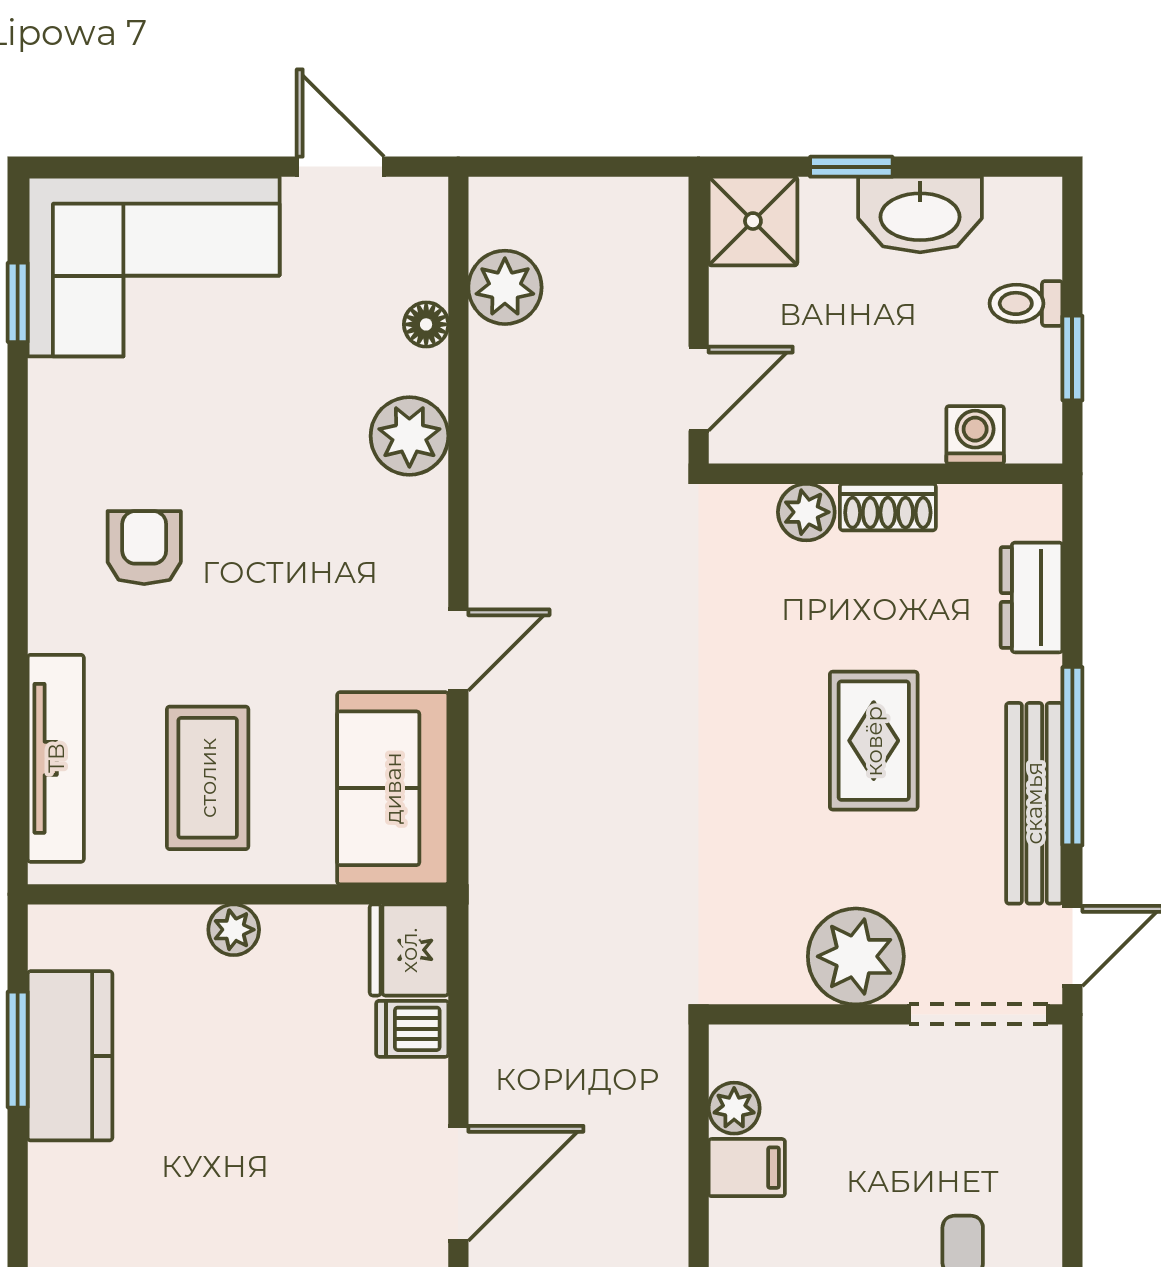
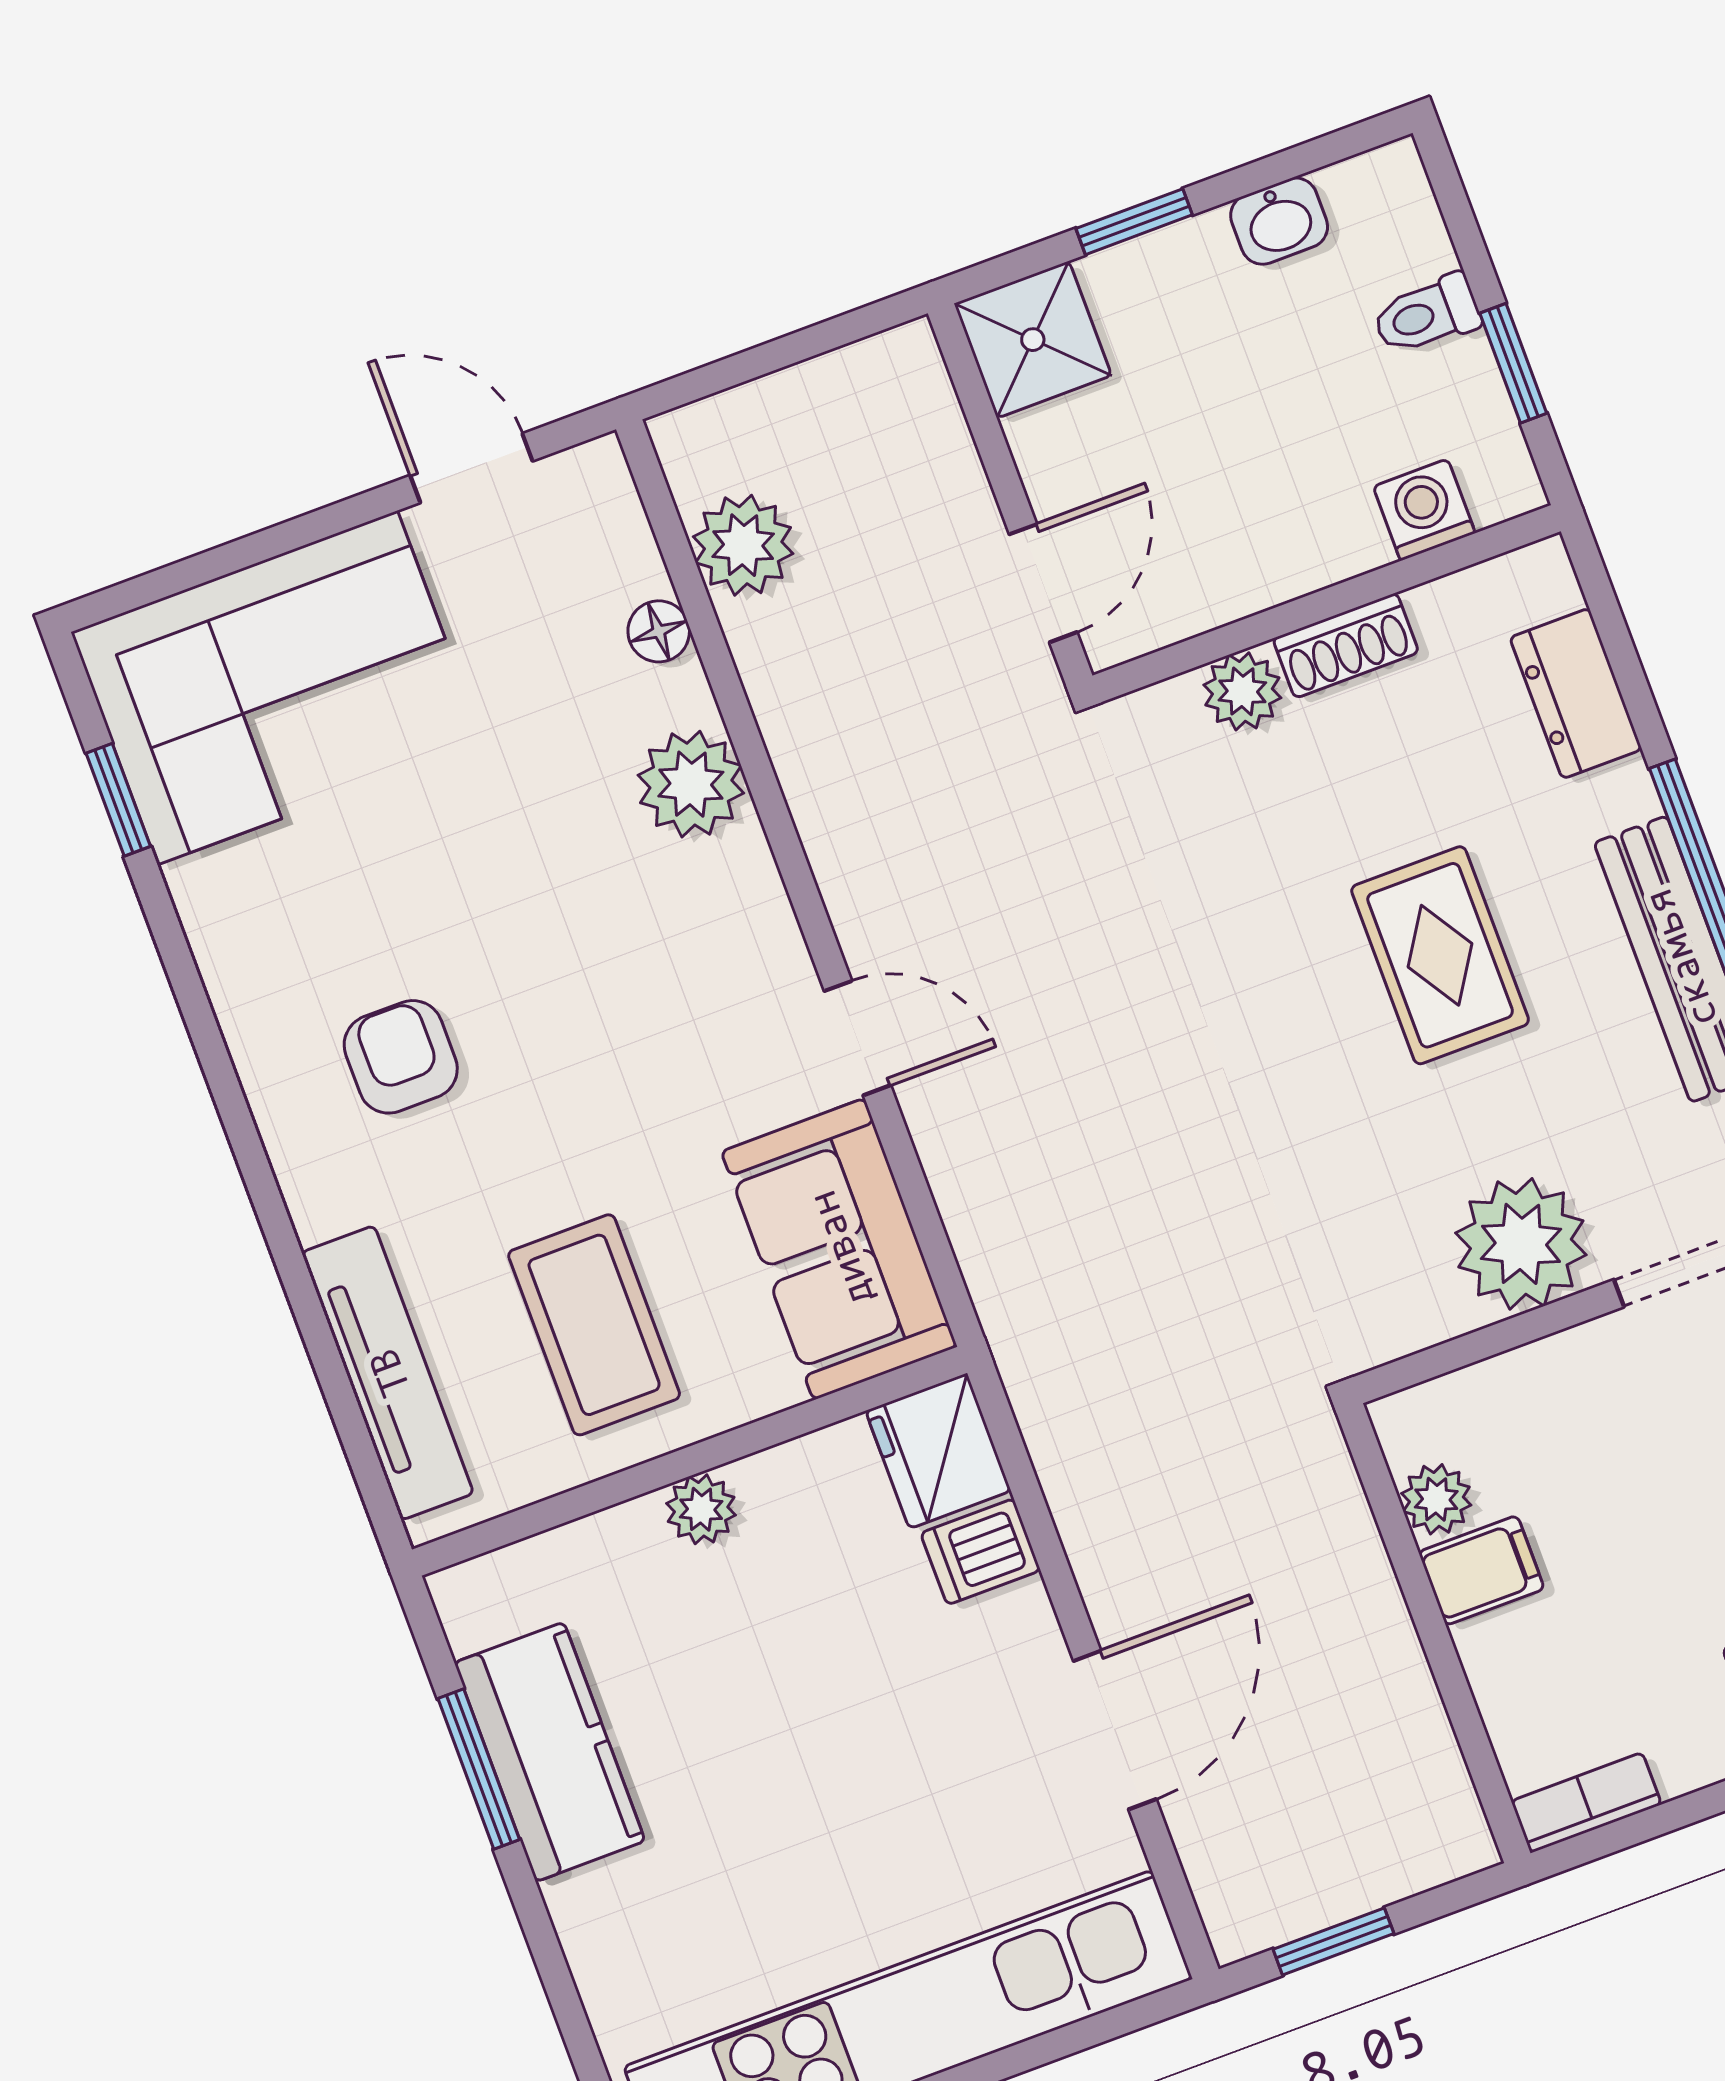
washbasin: (920, 215) -> (1279, 221), width x0.52, depth x0.69
door: (458, 650) -> (857, 1038), hinge flipped

